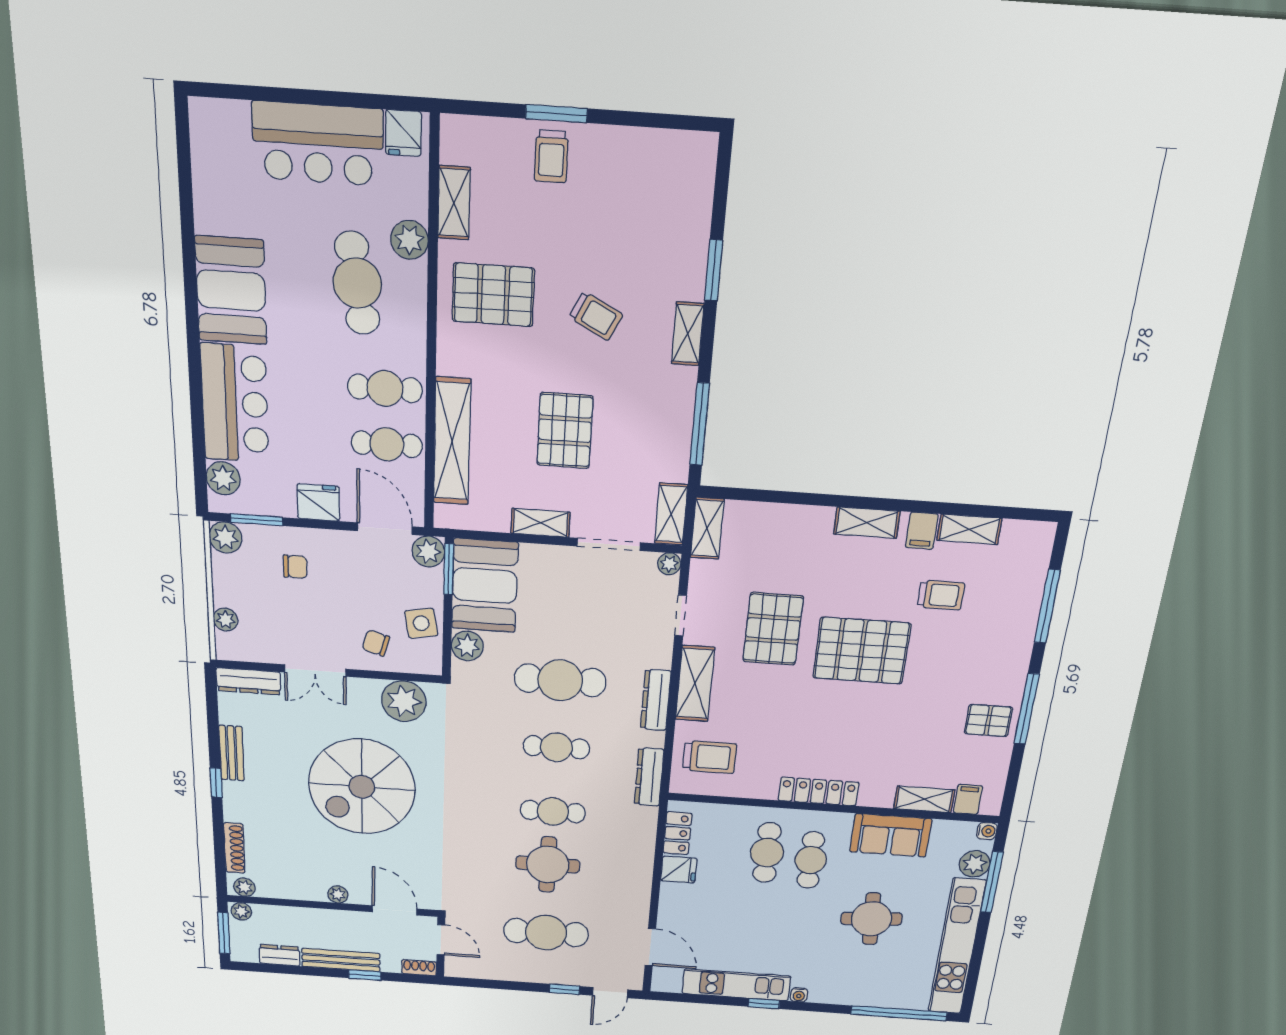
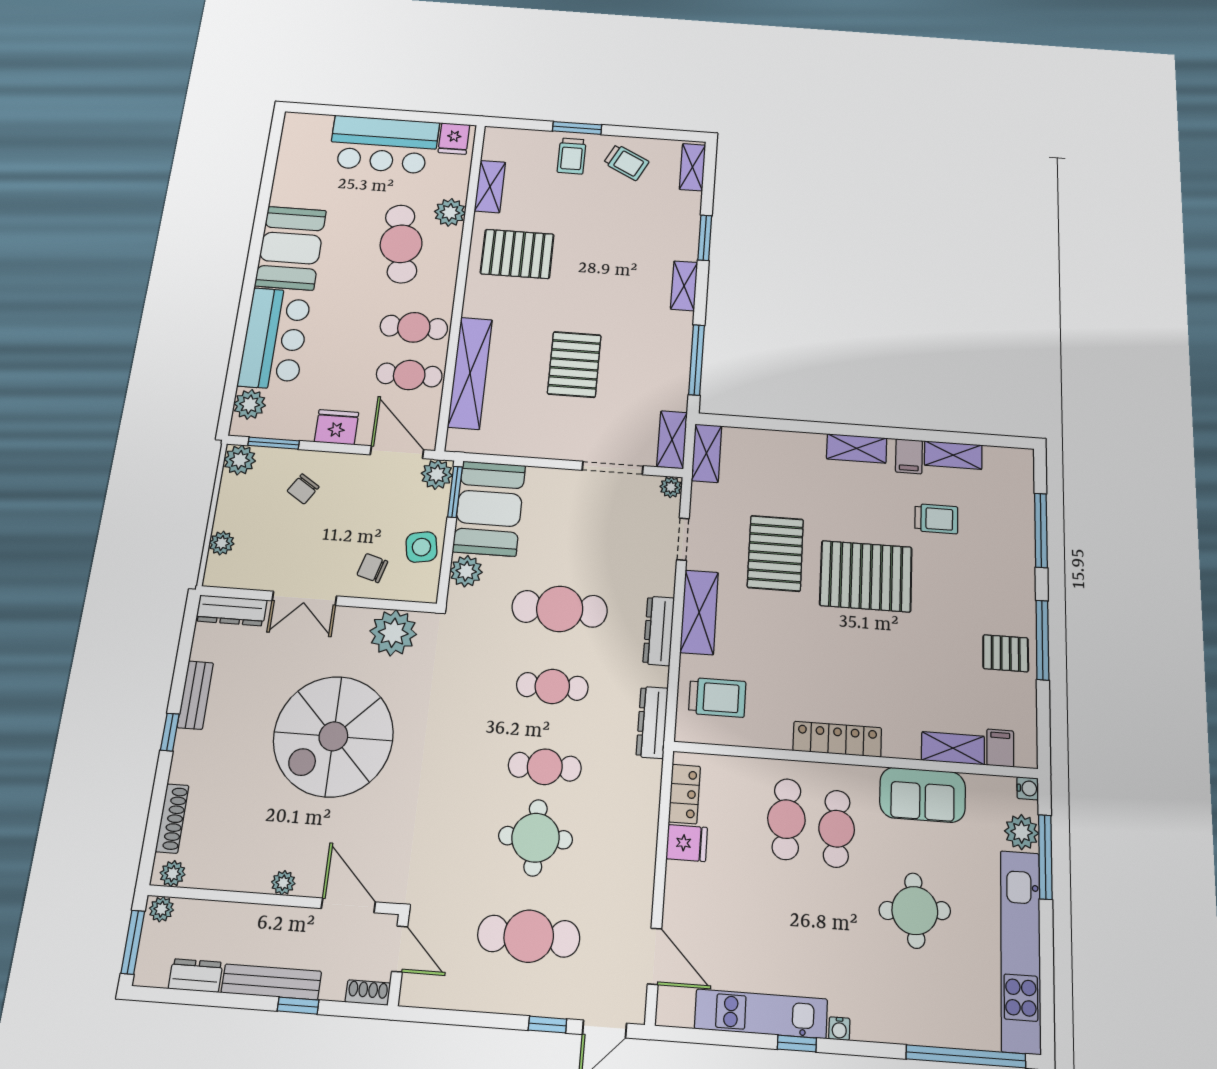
trolley: (596, 316) -> (626, 162), moved
shelving: (540, 523) -> (693, 167), moved, turned 90
chair: (295, 567) -> (303, 489), turned 123

